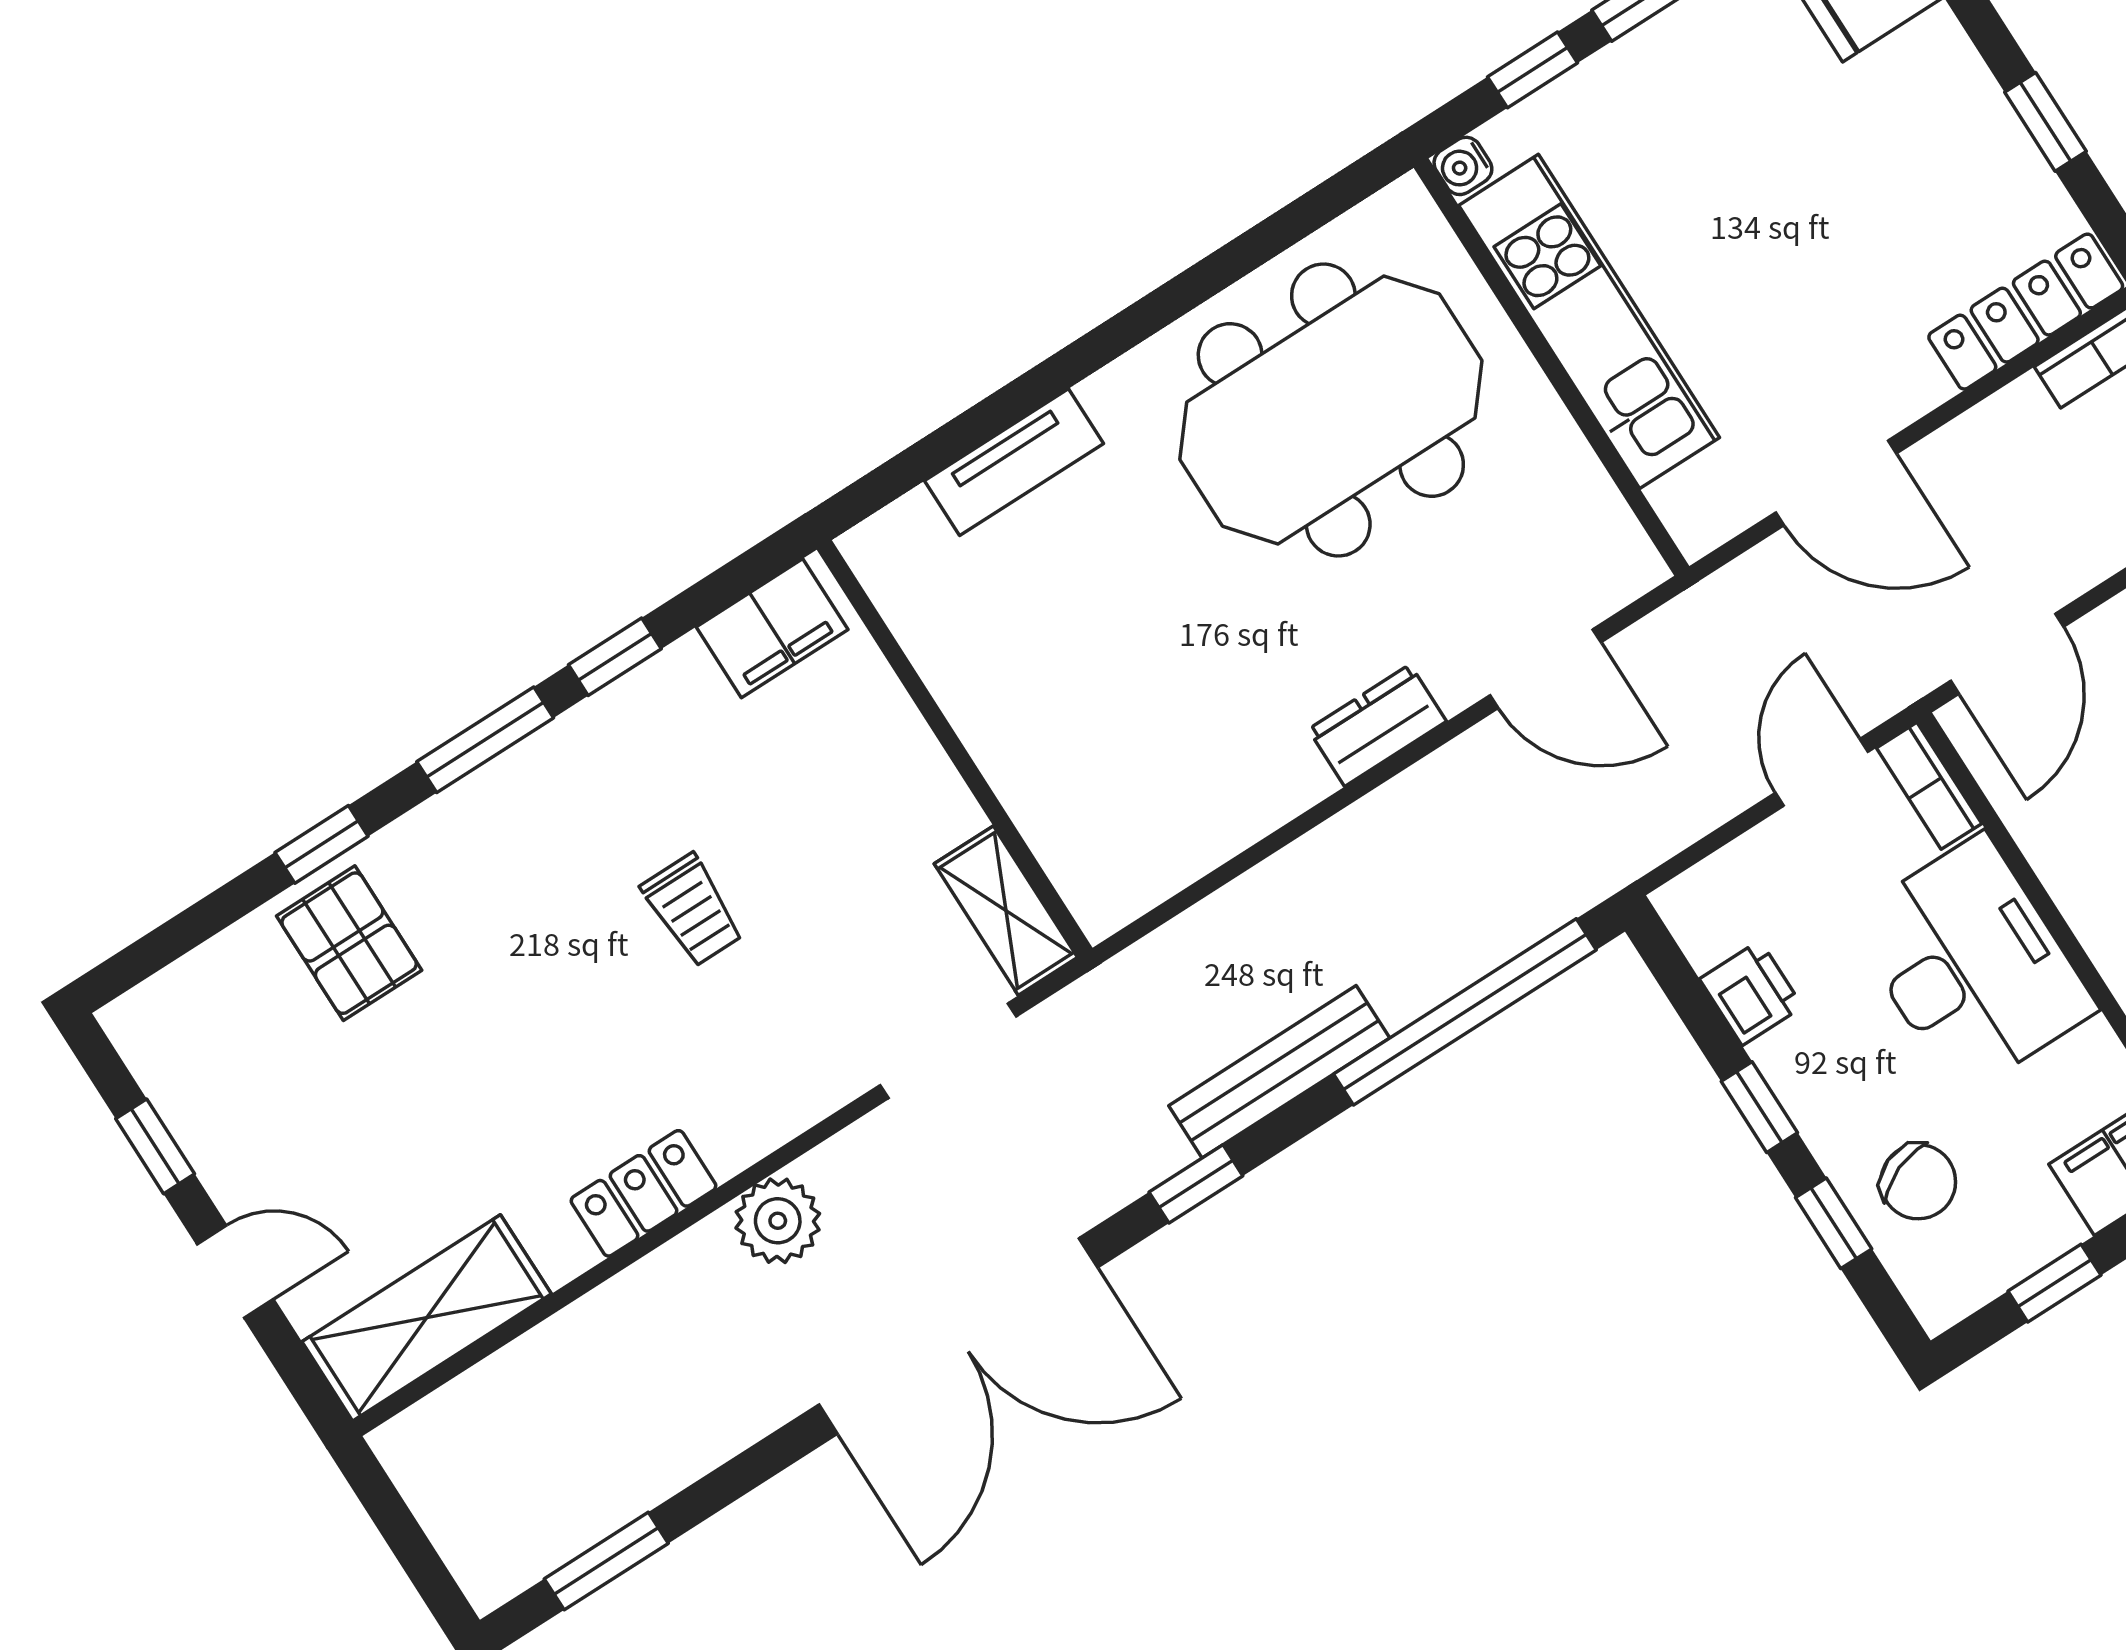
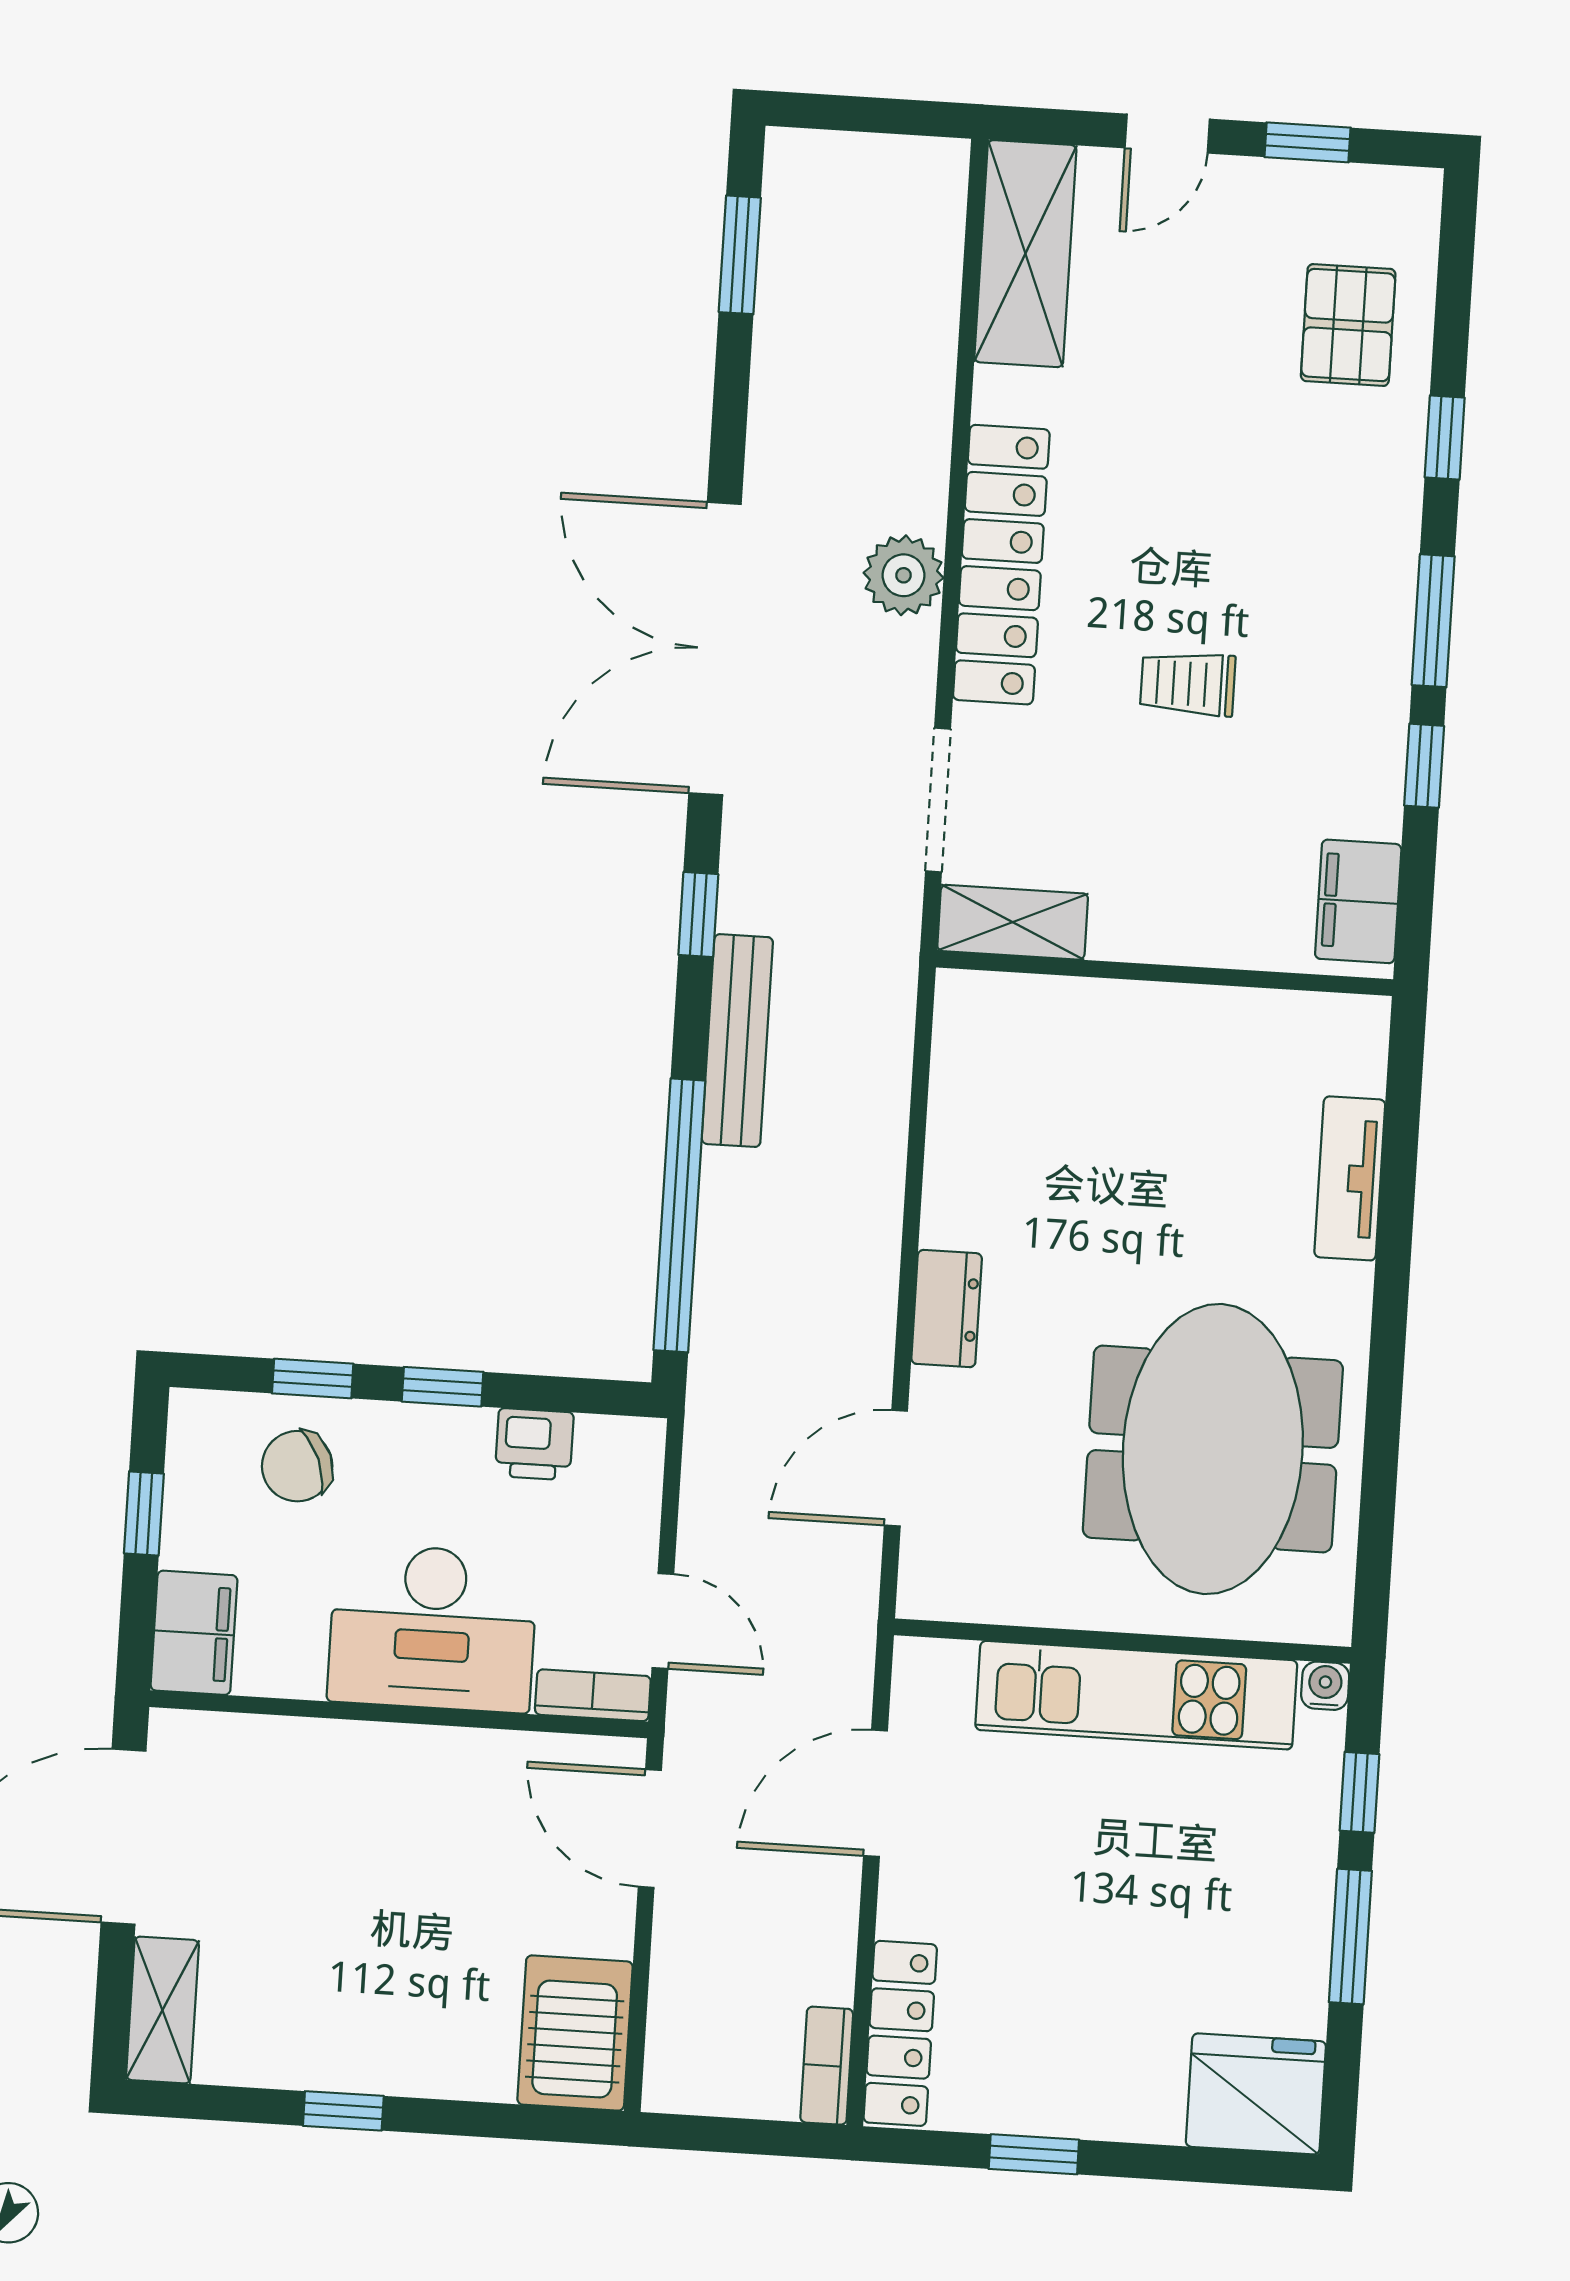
pallet: (349, 943) -> (1348, 325), moved, turned 90
locker: (644, 1193) -> (1001, 565), width x2.16, depth x1.21

